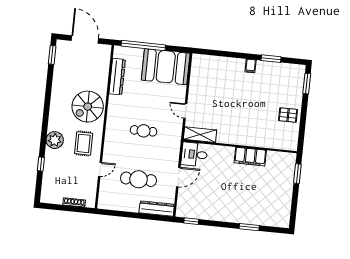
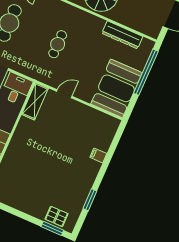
filing cabinet: (251, 66) -> (98, 155), moved
pallet: (288, 115) -> (57, 216), moved, turned 90

